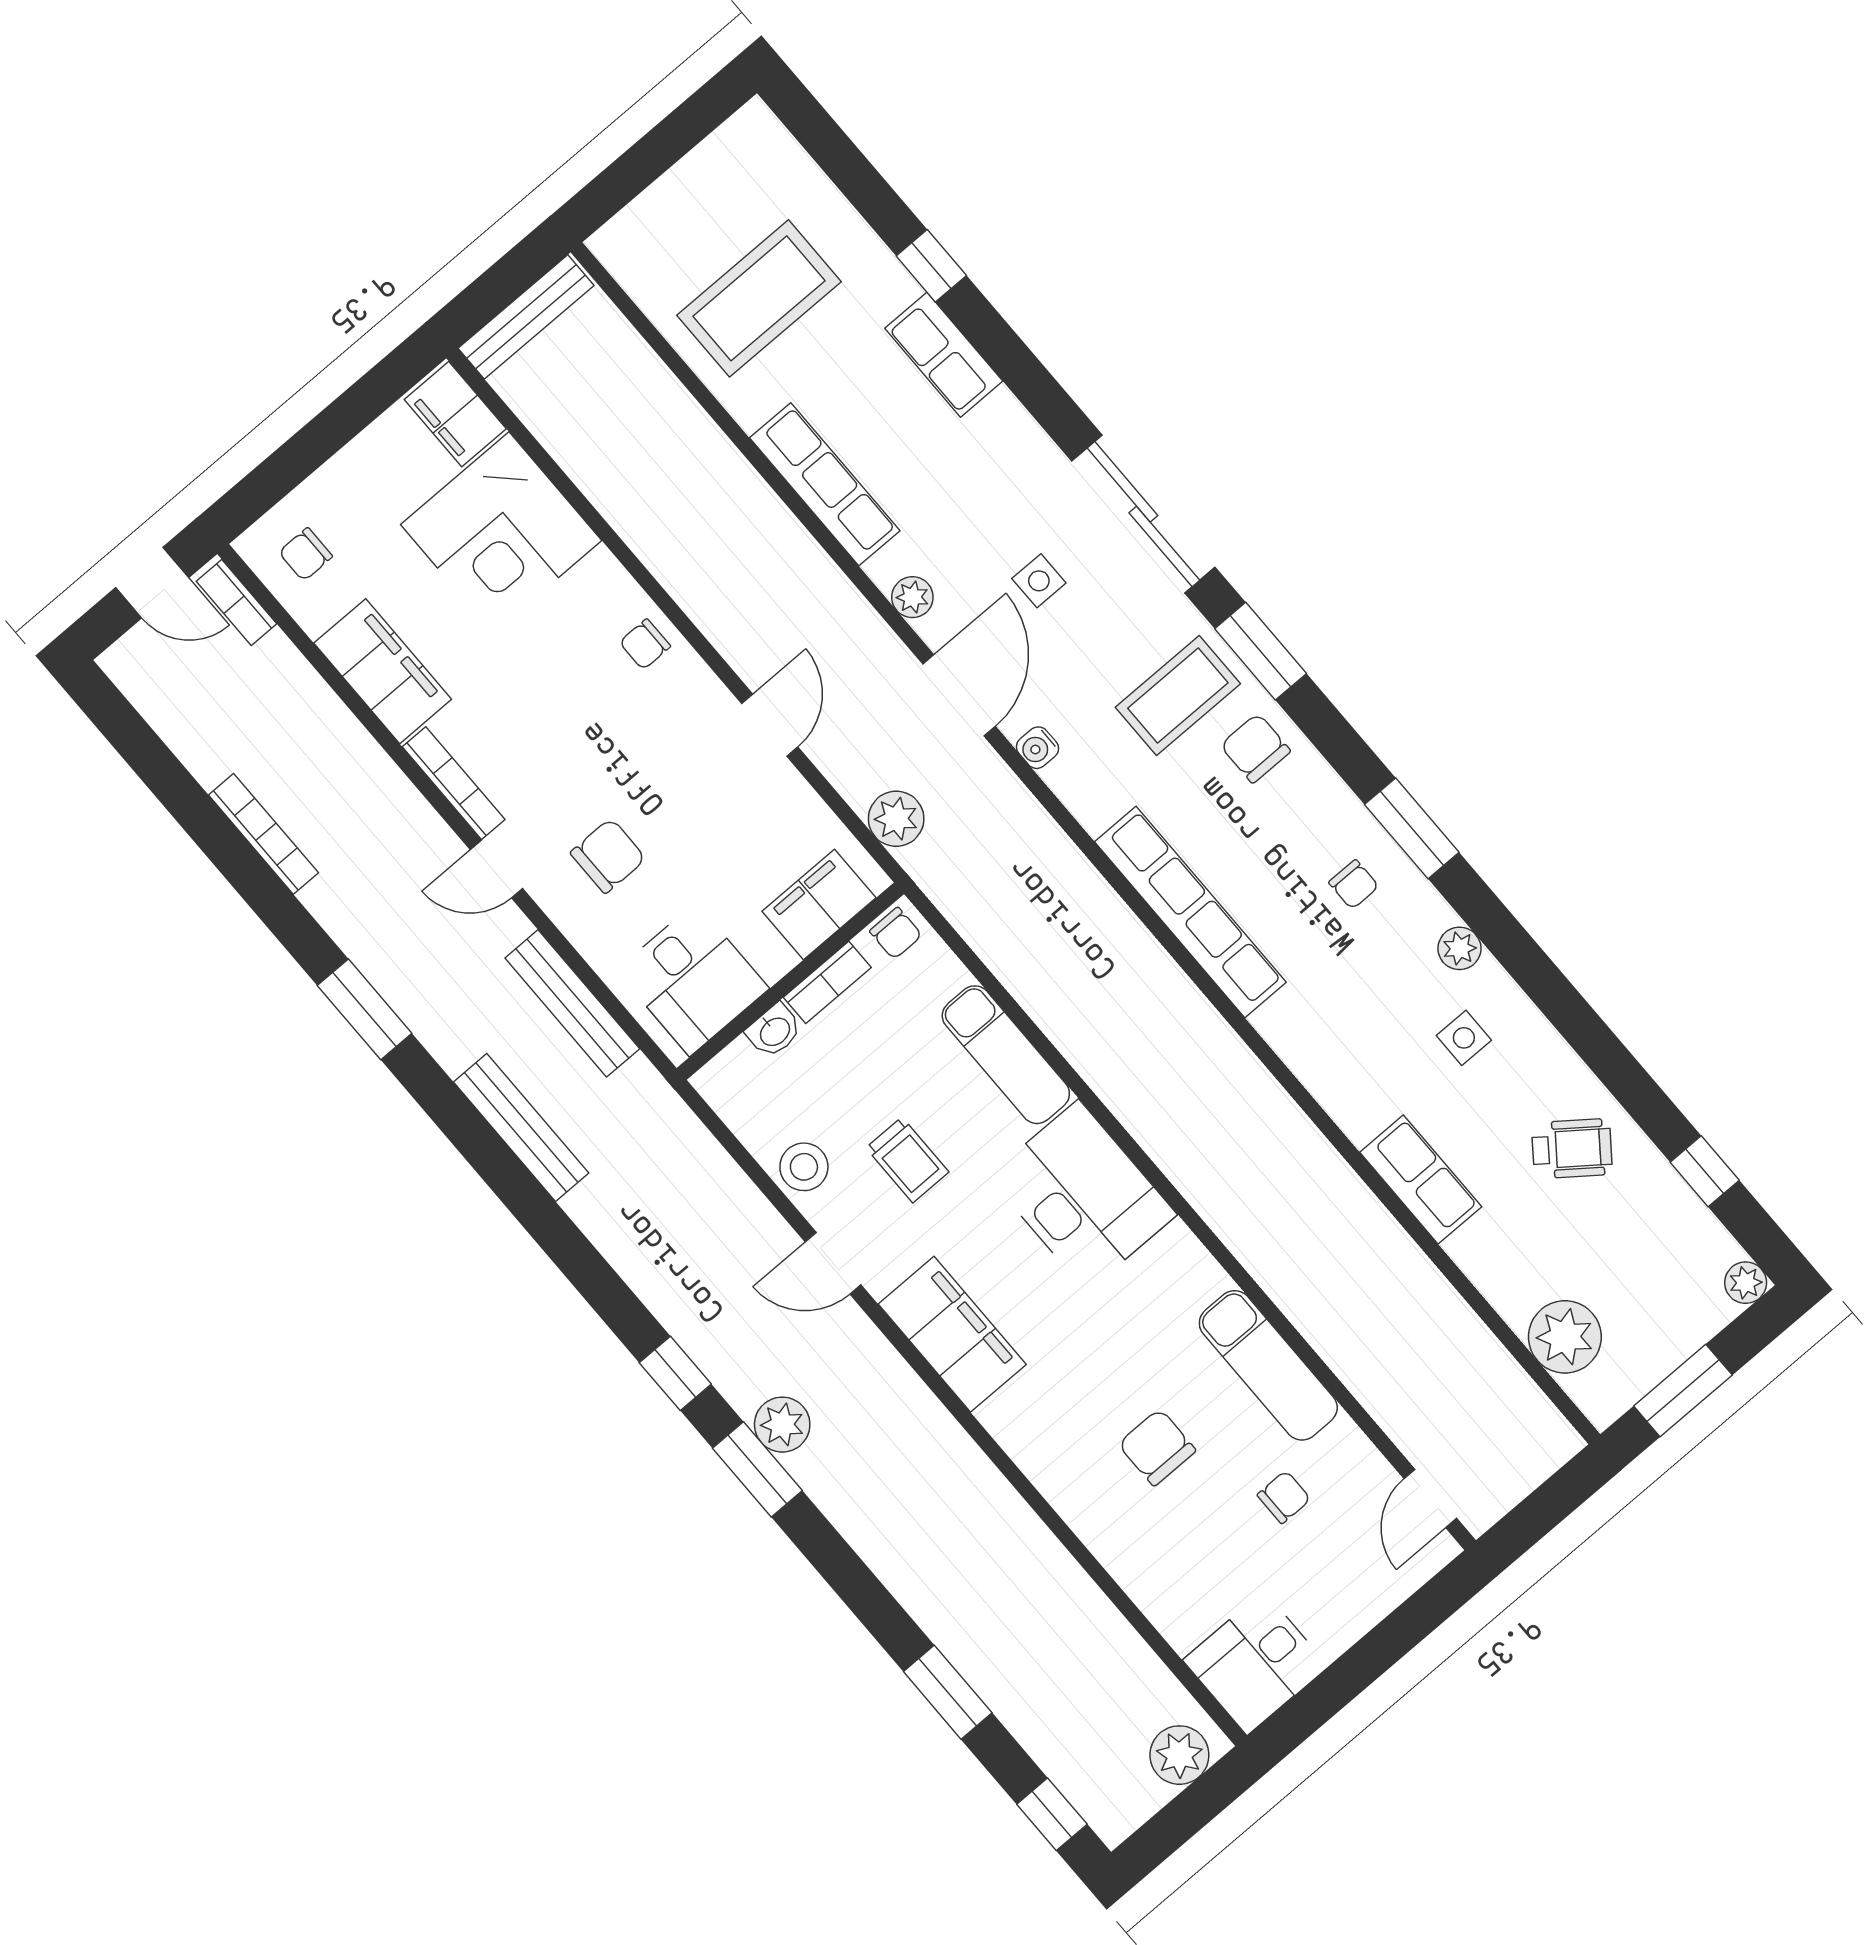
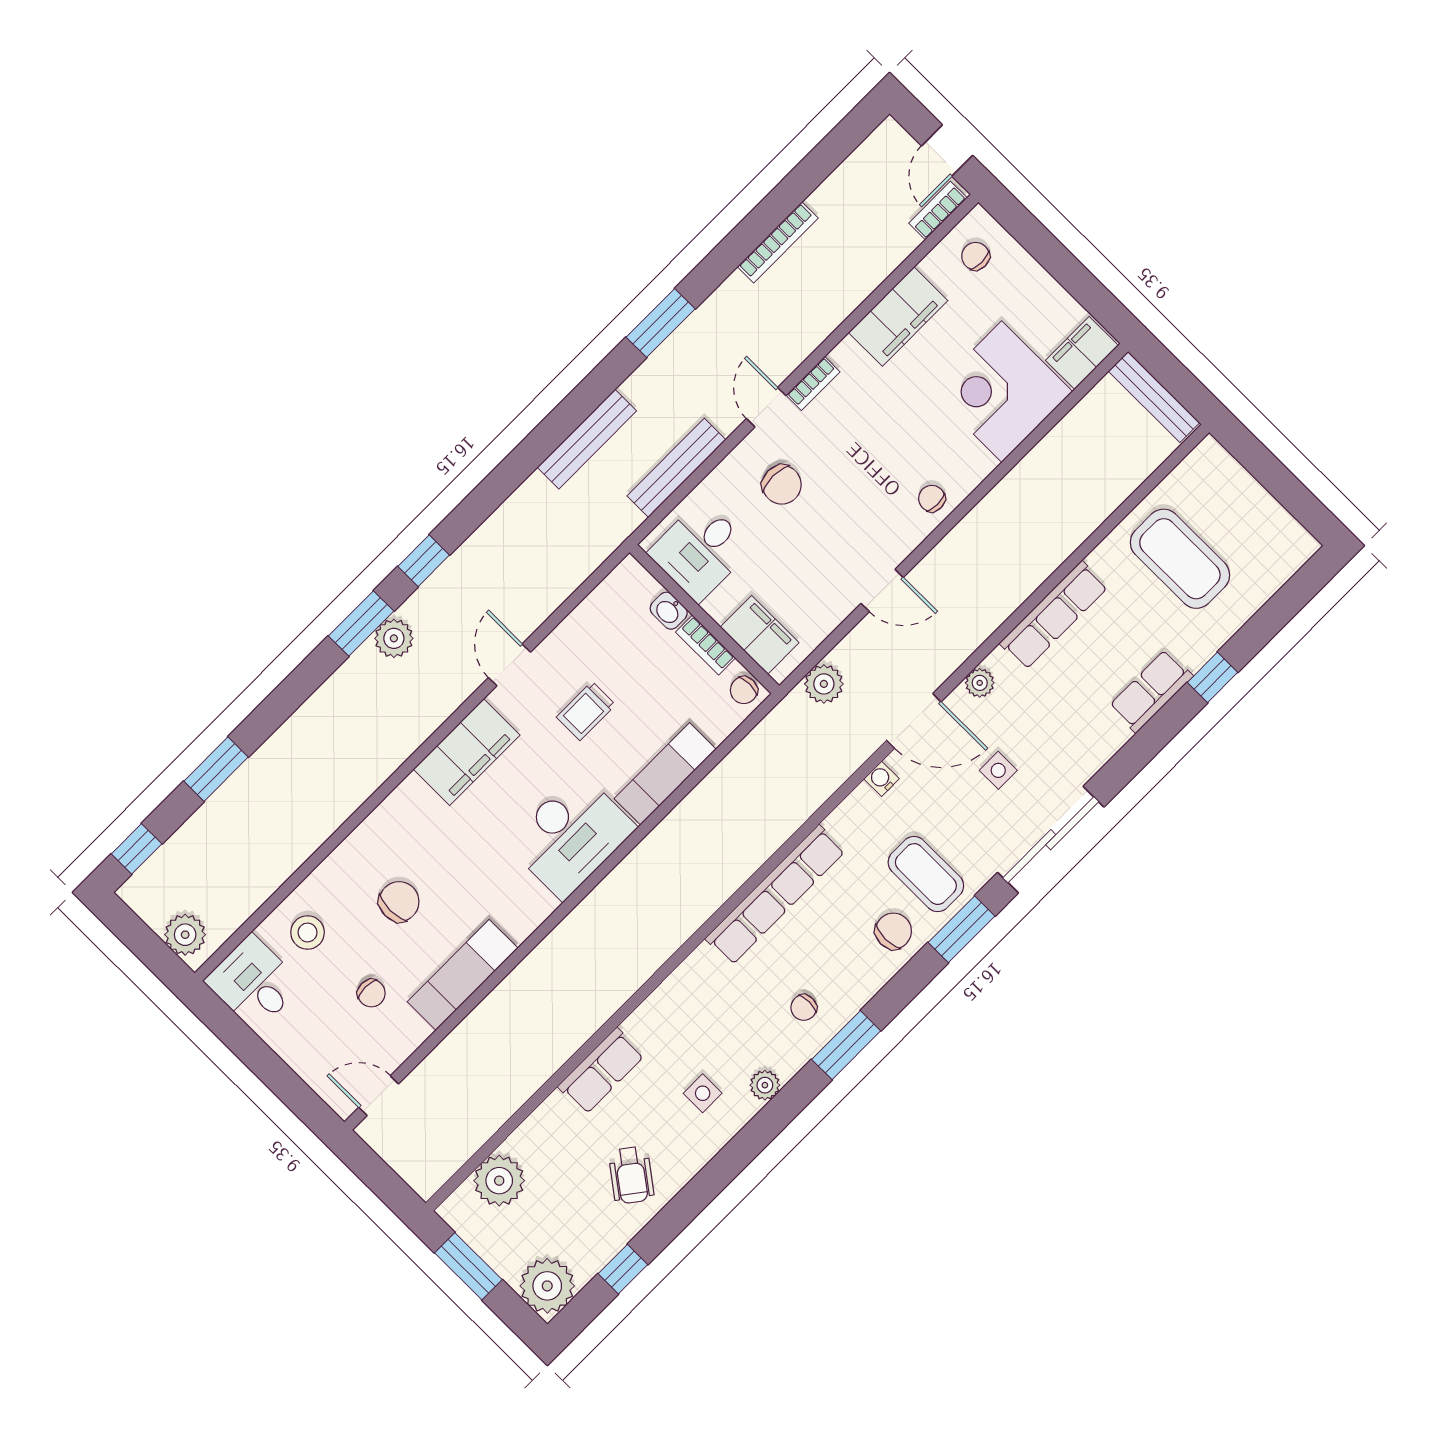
bookcase: (454, 783) -> (813, 383), width x0.64
stool: (804, 1167) -> (308, 932), moved
plant: (1746, 1283) -> (547, 1286), width x1.88, depth x1.88

